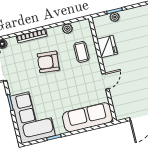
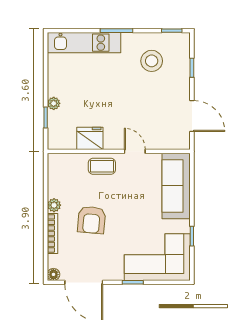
plant: (115, 17) -> (54, 103), moved
plant: (67, 29) -> (54, 205), moved
coffee table: (81, 52) -> (102, 166), moved

